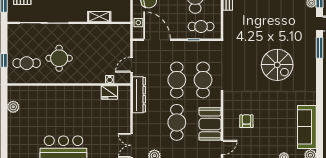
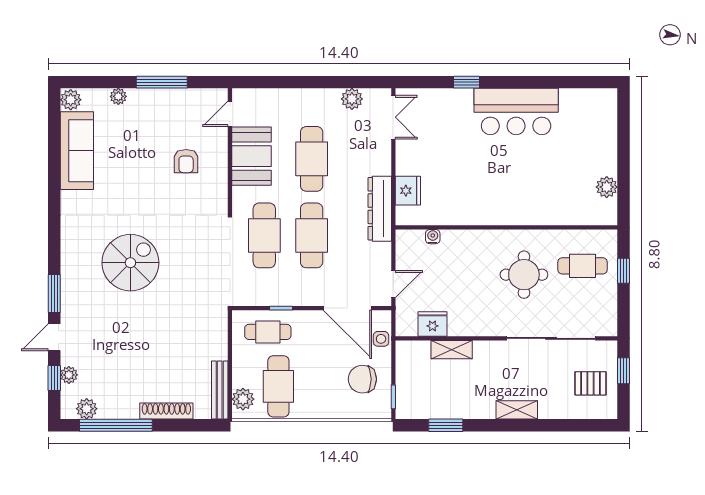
fridge: (110, 31) -> (432, 324), added
door: (131, 65) -> (393, 284), moved
spiral stairs: (277, 65) -> (130, 263), turned 90
fridge: (109, 92) -> (408, 191), moved, turned 90

